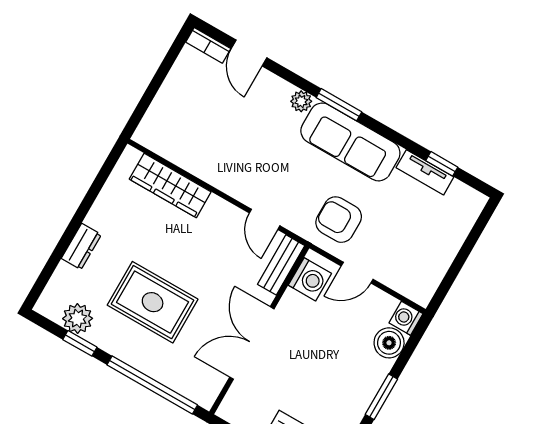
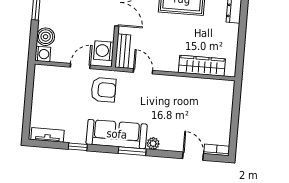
window: (442, 164) -> (78, 147), moved
tv unit: (425, 172) -> (48, 135), moved

